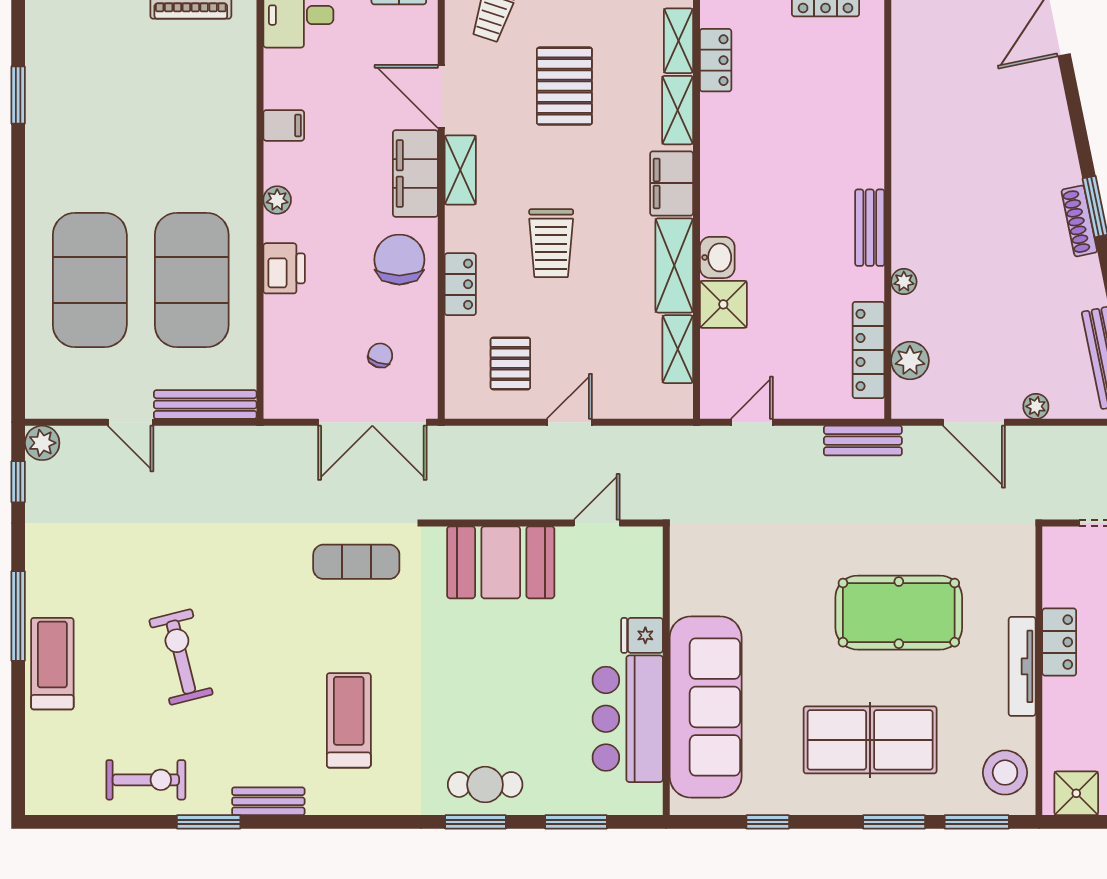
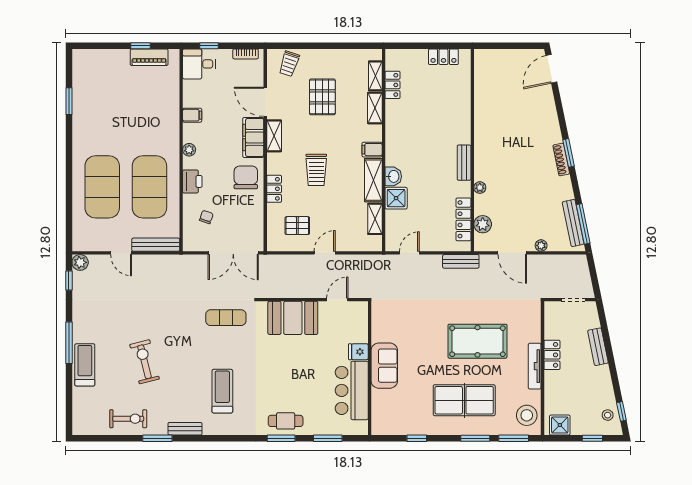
filing cabinet: (672, 183) -> (372, 150), width x0.50
chair: (380, 355) -> (206, 217), moved
pallet: (510, 364) -> (297, 226), turned 90
sofa: (706, 707) -> (384, 366), width x0.54, depth x0.79

